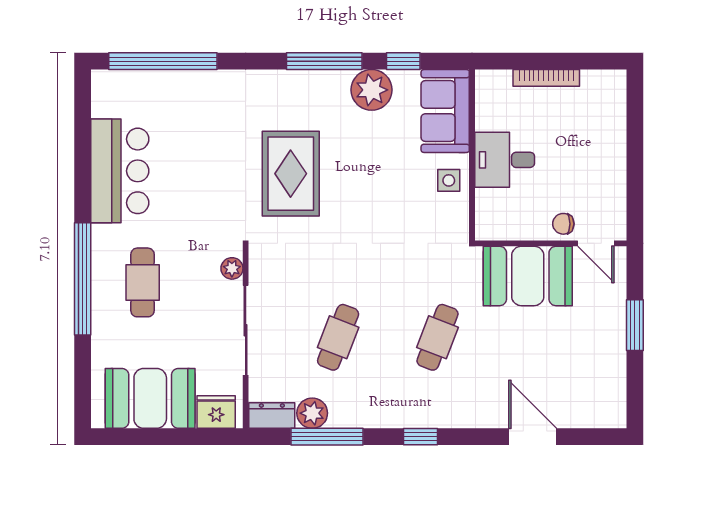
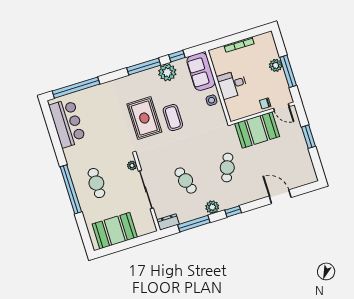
plant: (612, 148) -> (276, 65), added
window: (635, 170) -> (288, 71), added
bar counter: (120, 171) -> (67, 123), moved
coffee table: (353, 192) -> (173, 118), added
cafe table: (338, 337) -> (186, 181), turned -39
fridge: (216, 412) -> (144, 228), removed
plant: (312, 413) -> (212, 207), moved

